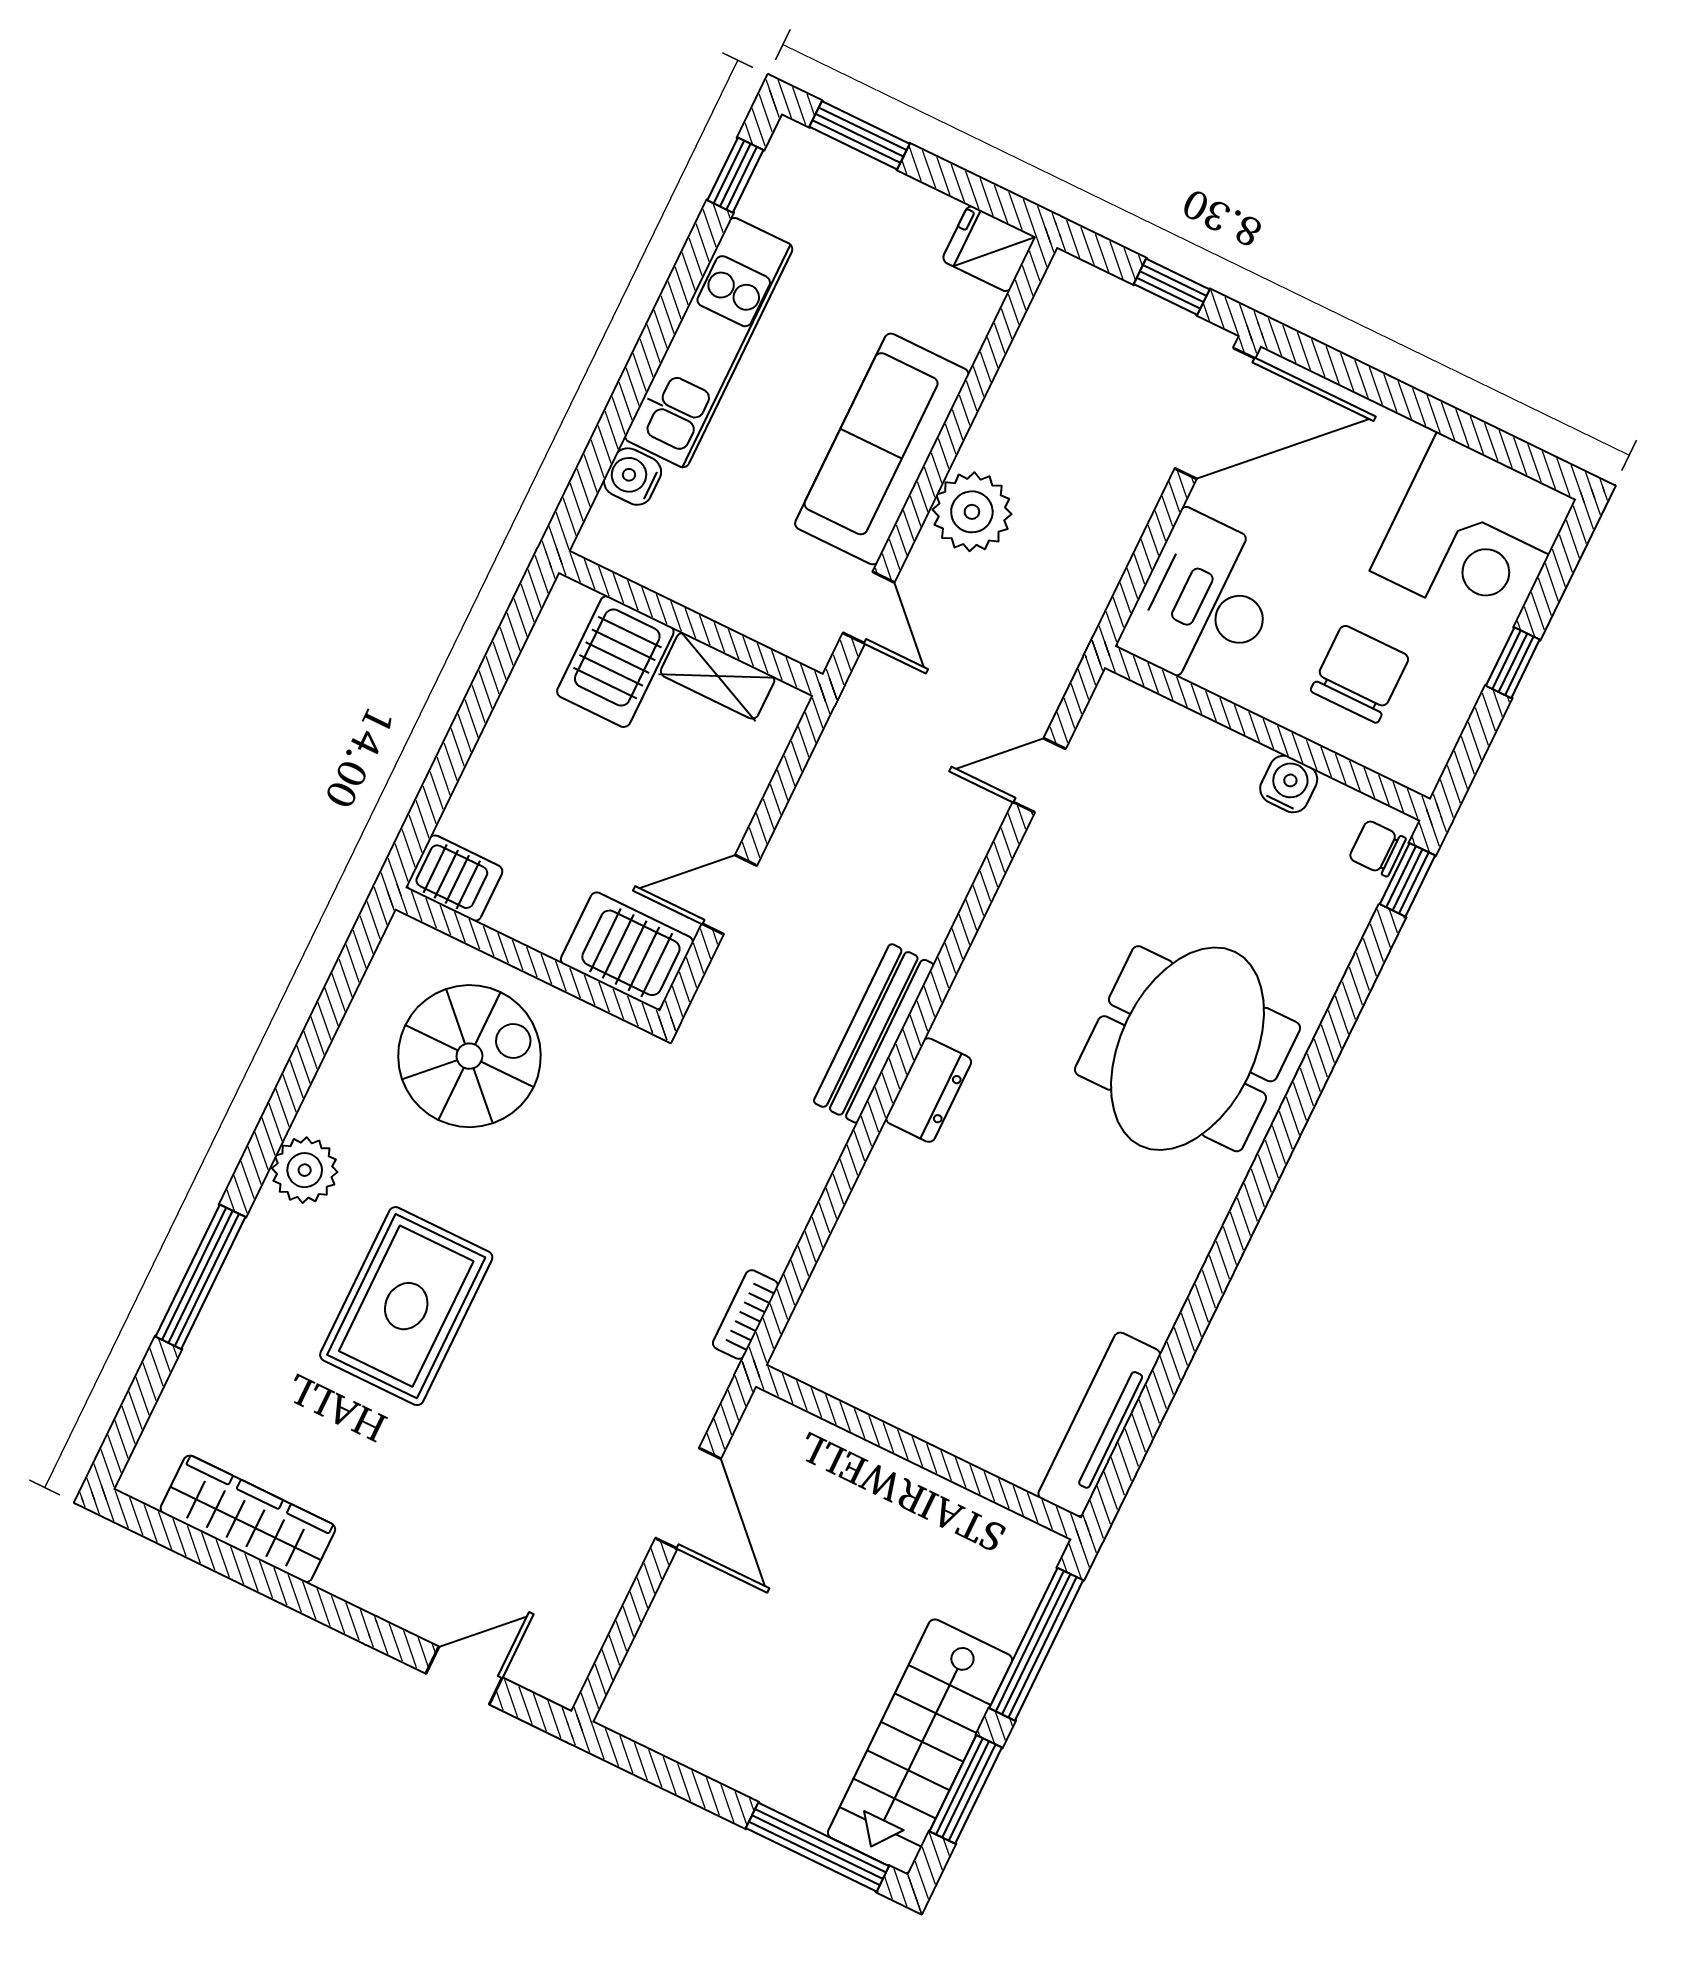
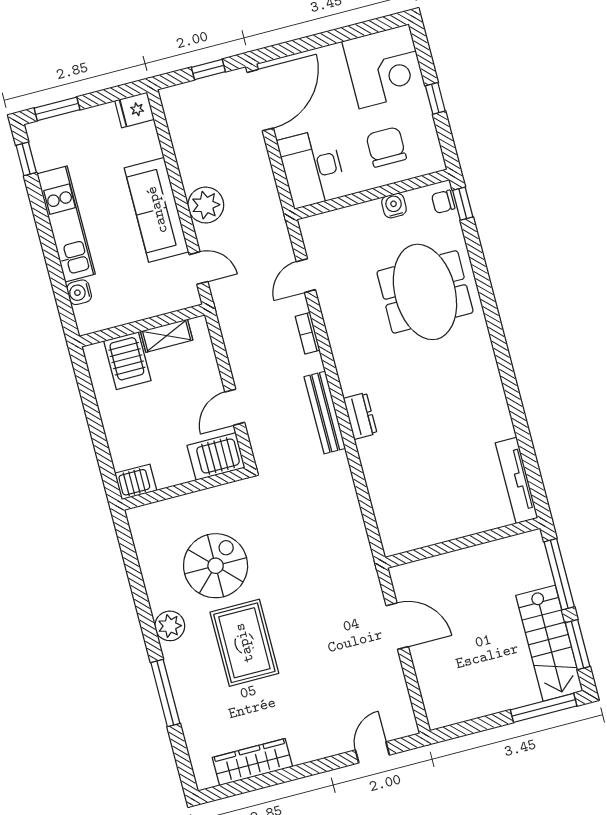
meeting table: (1187, 1049) -> (425, 292), moved
spiral stairs: (469, 1056) -> (216, 566), moved
bookcase: (745, 1315) -> (308, 333), moved

